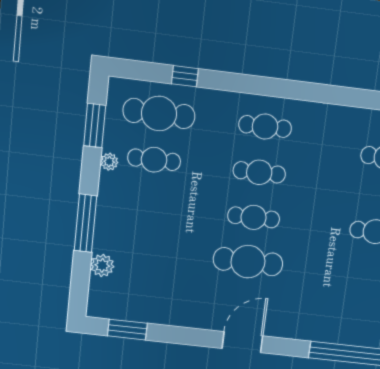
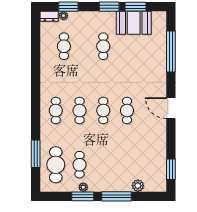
window: (185, 76) -> (36, 154), width x2.17
window: (95, 126) -> (83, 196), moved
cafe table: (248, 262) -> (127, 110), width x0.73, depth x0.74

